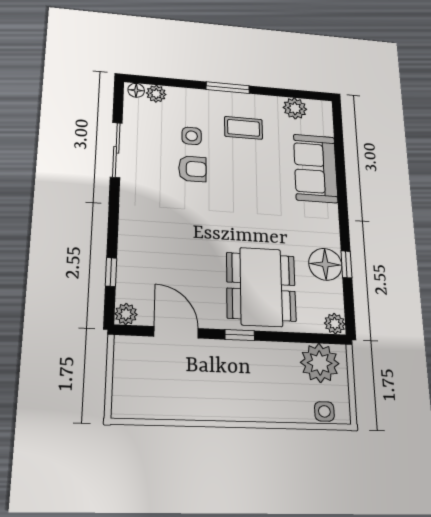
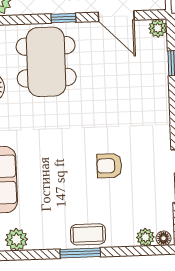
coffee table: (244, 128) -> (88, 234), moved
side table: (192, 136) -> (111, 198), removed

